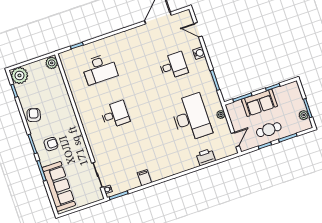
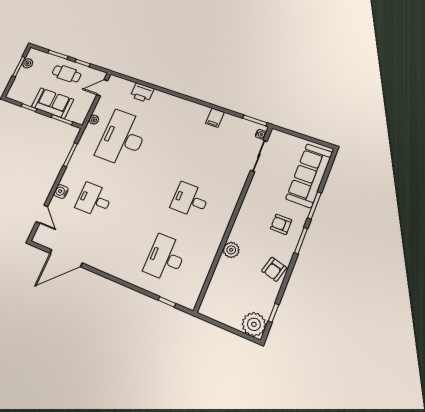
plant: (52, 63) -> (231, 250), moved
desk: (100, 69) -> (165, 258), turned -90

